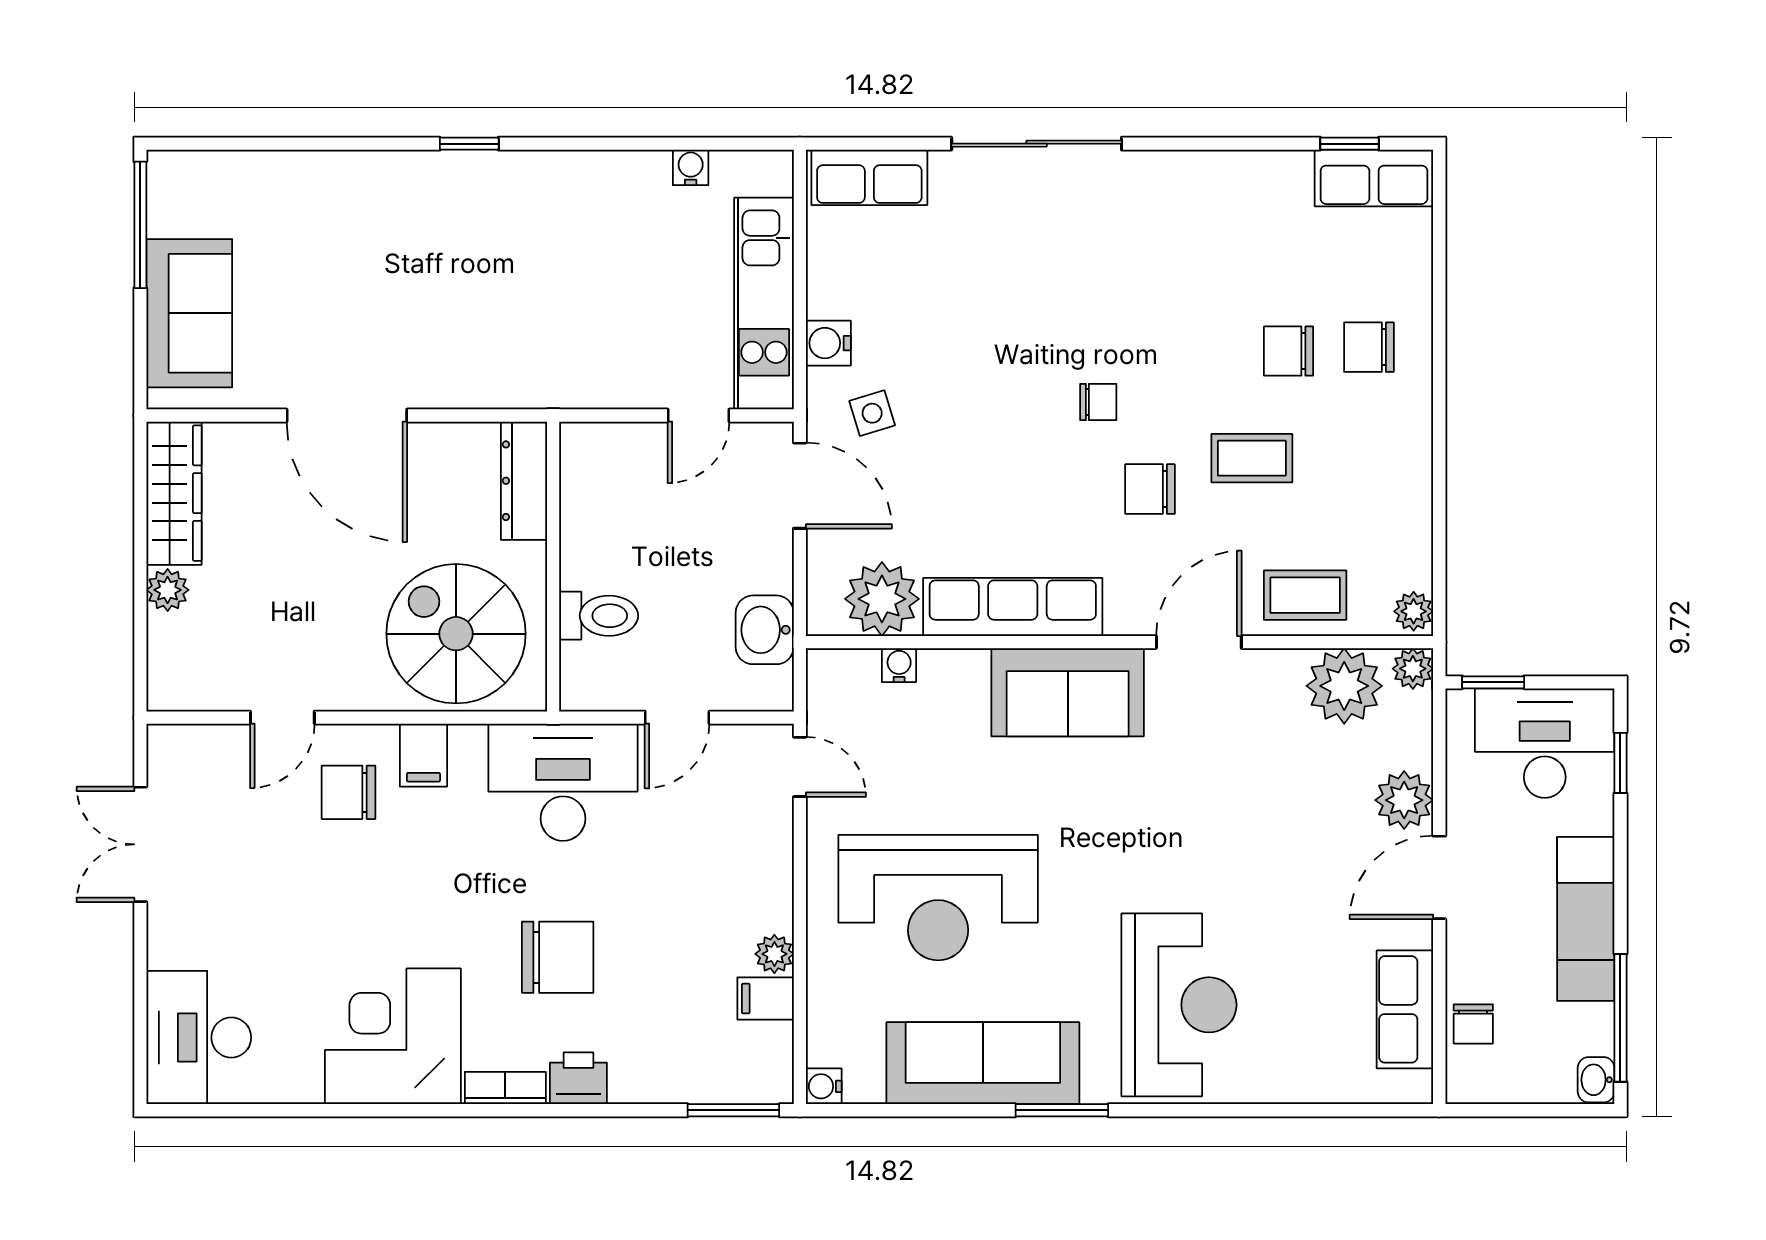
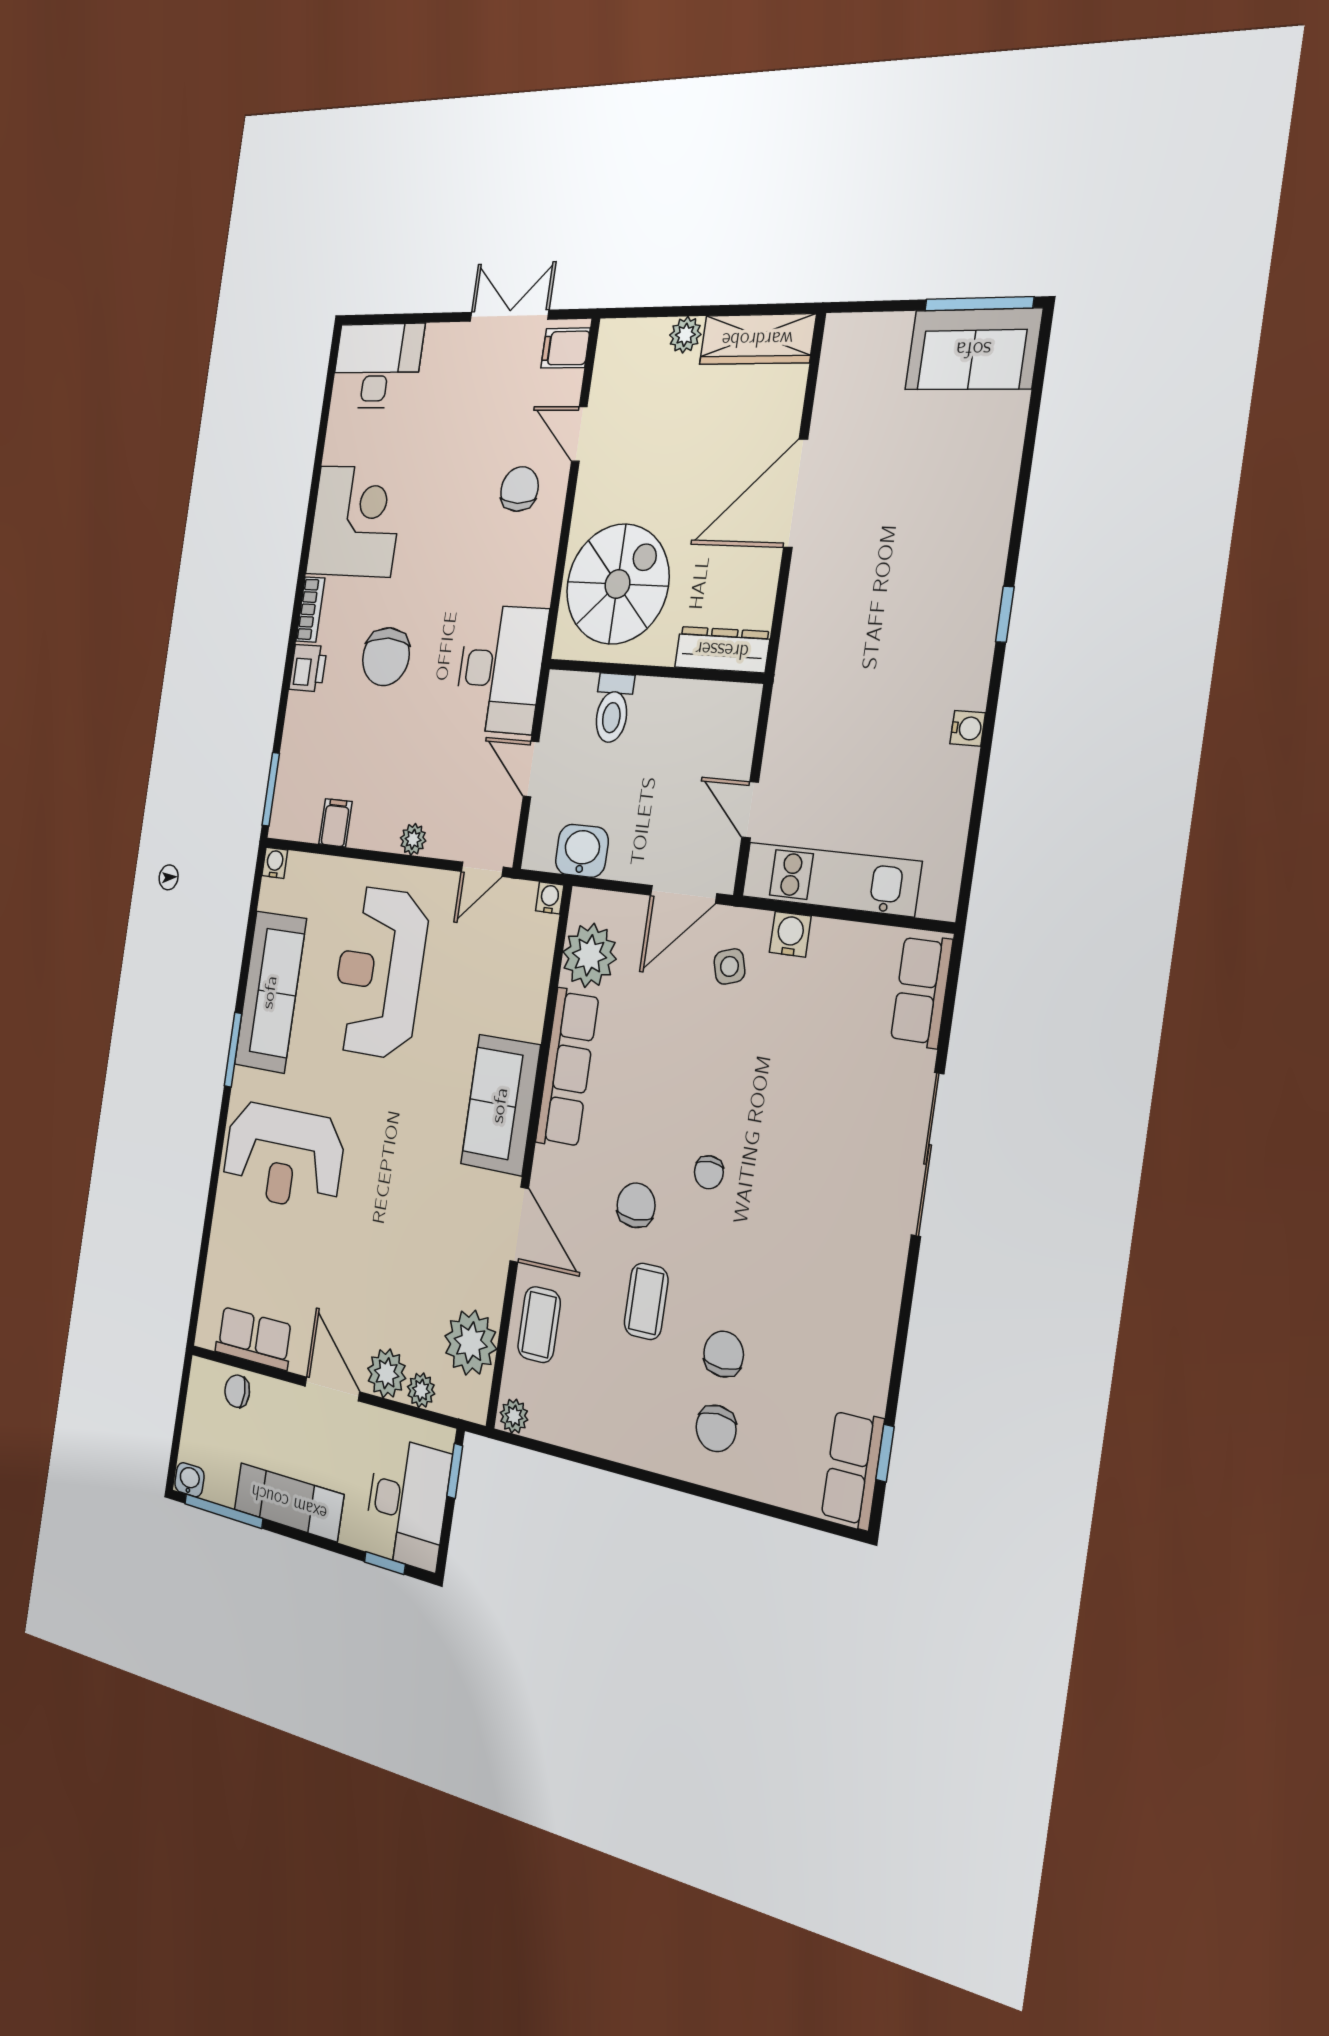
water cooler: (691, 167) -> (968, 728), moved
sofa: (189, 313) -> (973, 349), moved
chair: (1369, 347) -> (716, 1428), turned 180
water cooler: (899, 665) -> (550, 898), moved, turned -90
plant: (1413, 669) -> (421, 1390), moved
filing cabinet: (423, 755) -> (565, 348), moved
plant: (774, 954) -> (413, 839), moved

